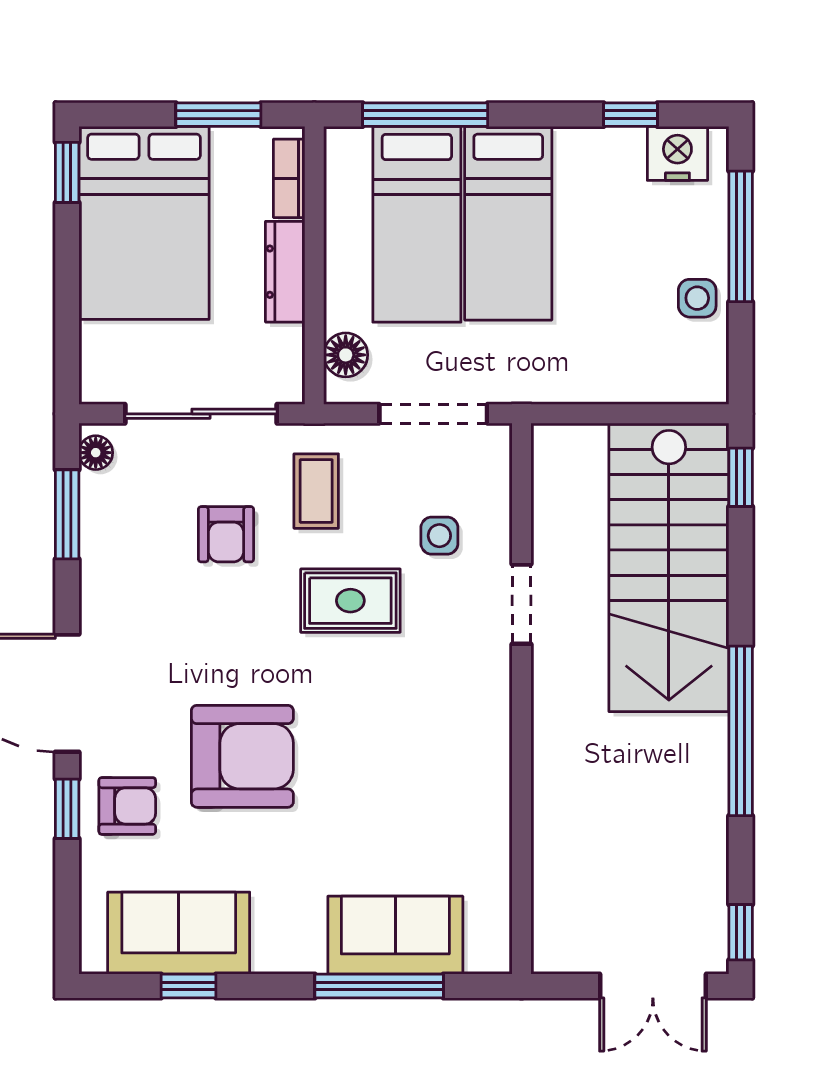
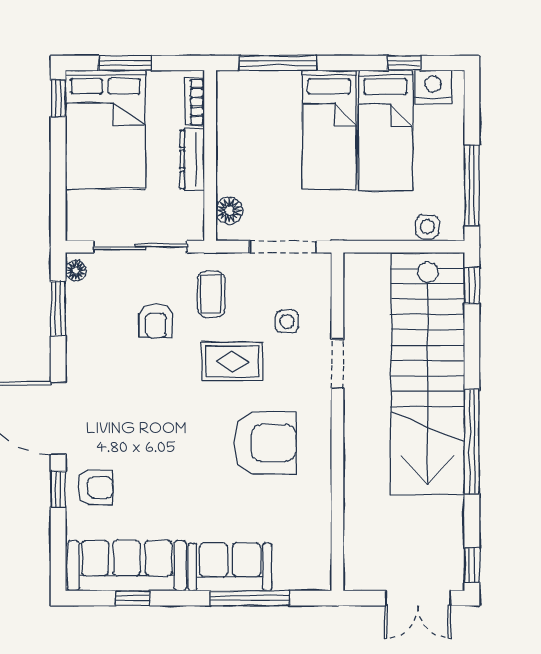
window: (218, 115) -> (125, 63), moved
bed: (417, 224) -> (385, 130), moved
window: (741, 236) -> (472, 185), moved
side table: (697, 298) -> (427, 227), moved
stairs: (669, 568) -> (428, 373), width x1.36
armchair: (242, 756) -> (265, 443), moved
sofa: (179, 933) -> (127, 566), width x1.36
sofa: (395, 935) -> (230, 567), moved

